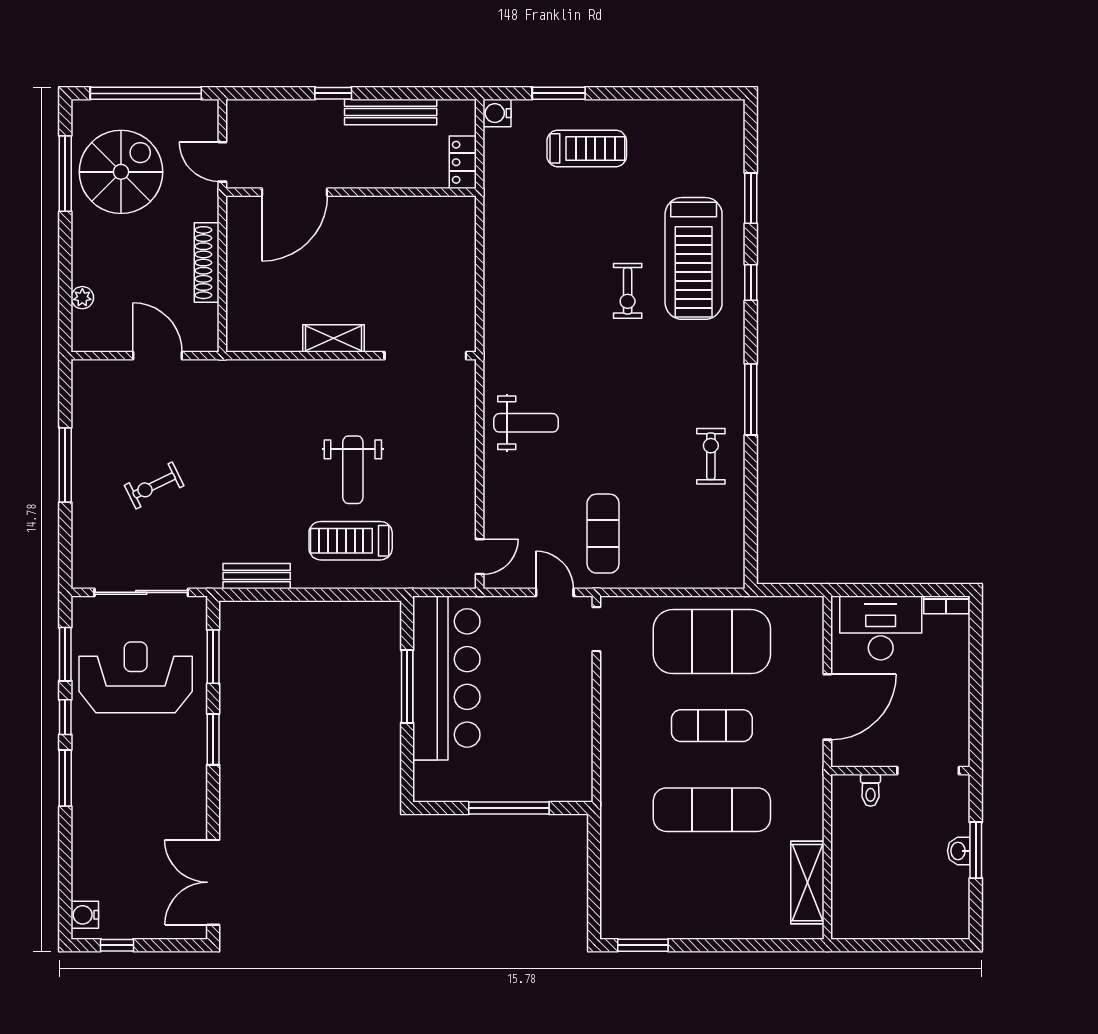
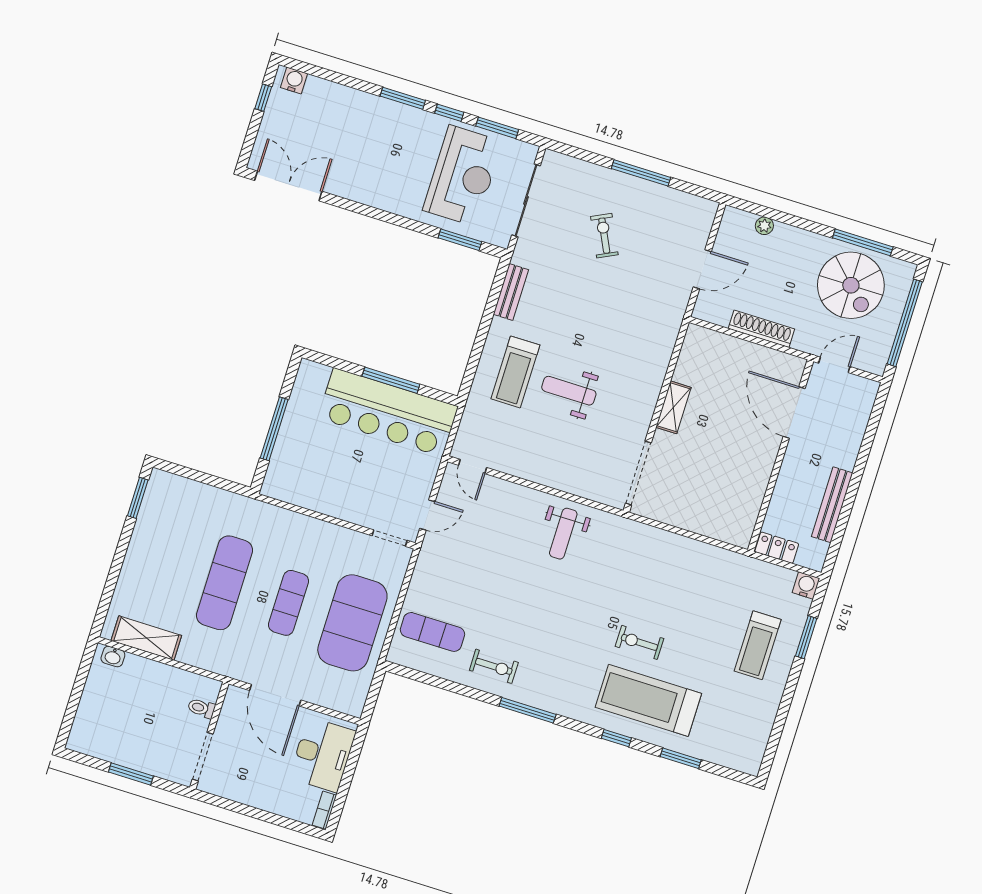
window: (333, 93) -> (860, 466), removed
exercise mat: (603, 534) -> (432, 632), moved
treadmill: (351, 541) -> (515, 372), turned 180
window: (213, 739) -> (397, 220), removed
washbasin: (959, 851) -> (113, 657), moved, turned 180

